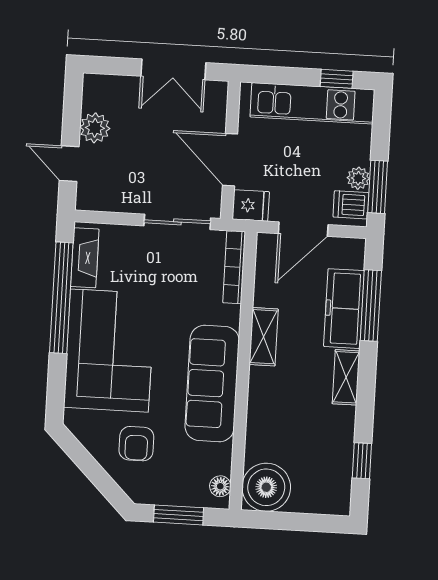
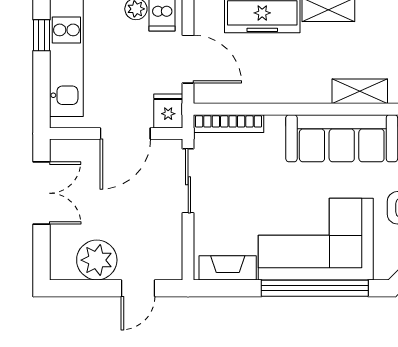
plant: (95, 128) -> (97, 260), width x1.36, depth x1.36
window: (61, 298) -> (315, 288), moved
shelving: (264, 337) -> (360, 91), moved

